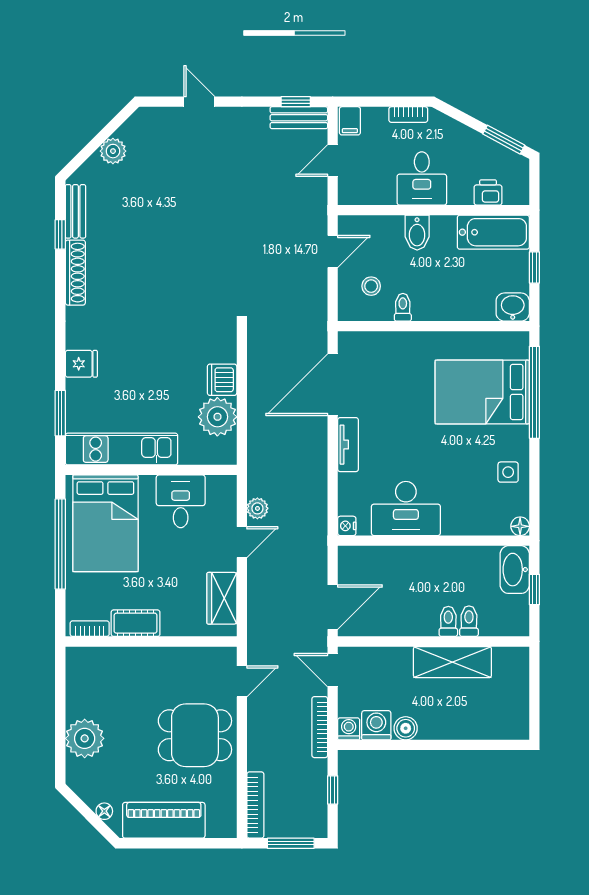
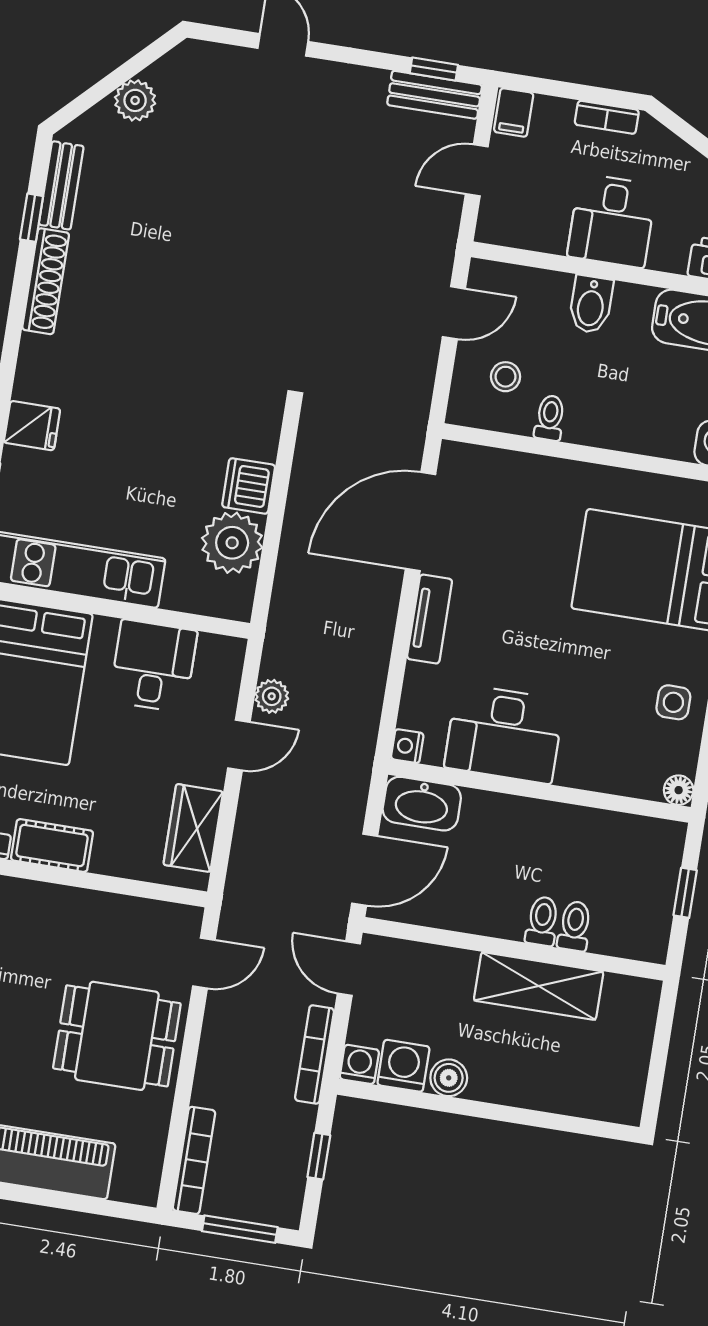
washbasin: (515, 570) -> (422, 804), moved, turned -90

